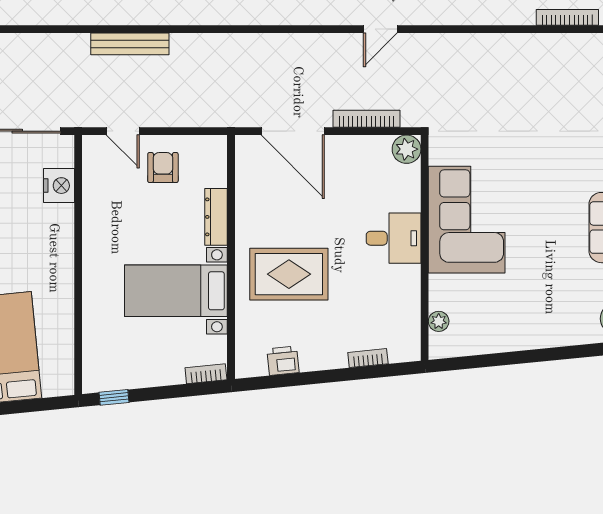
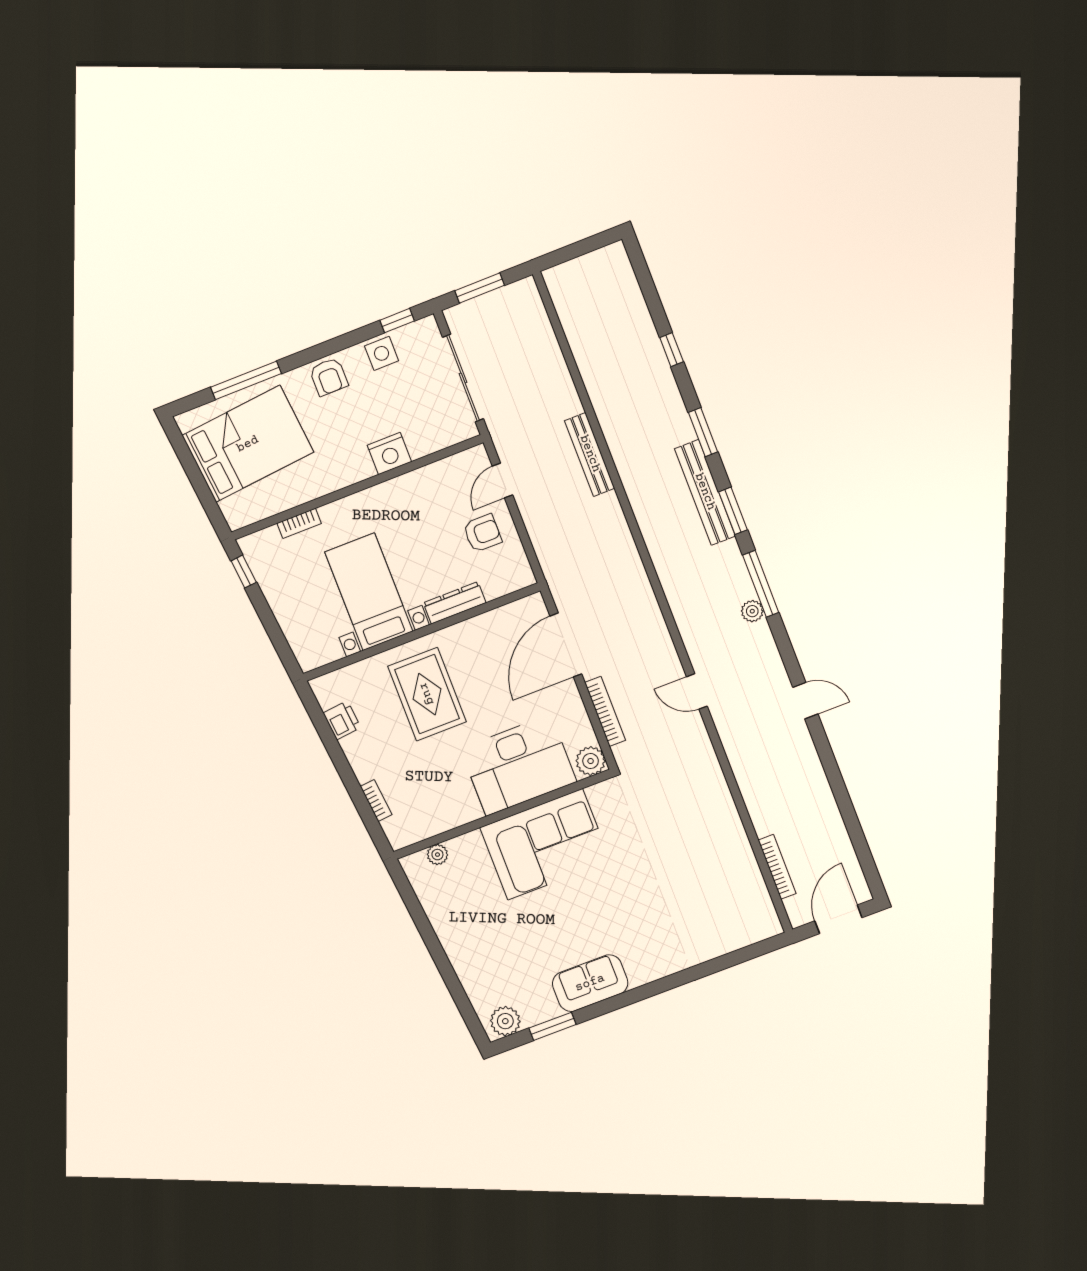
nightstand: (59, 186) -> (389, 454), moved
desk: (394, 238) -> (518, 765), width x1.87, depth x1.30
bookcase: (206, 374) -> (299, 523), moved, turned 96

